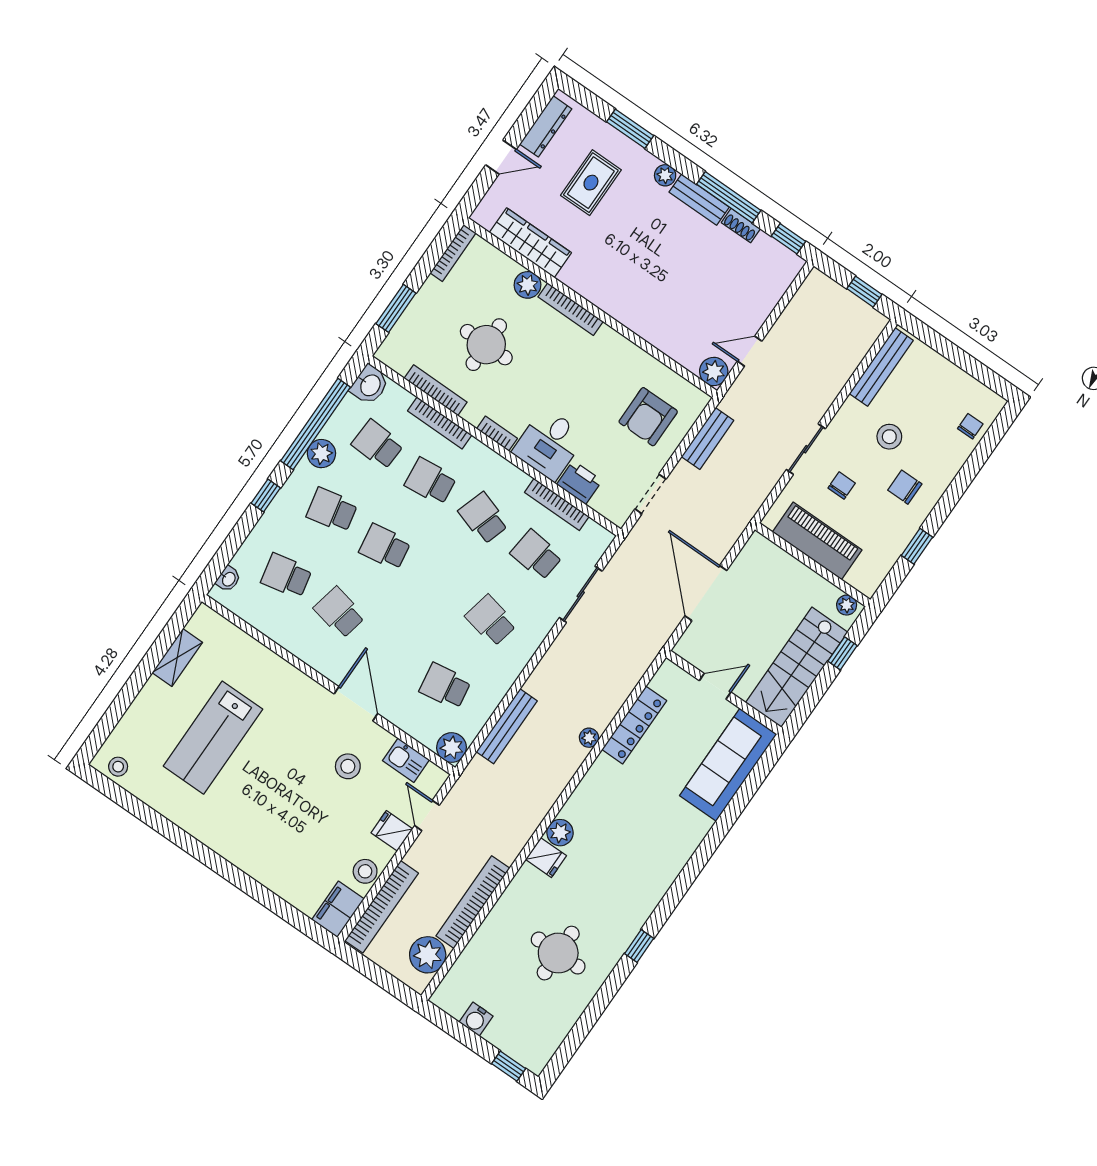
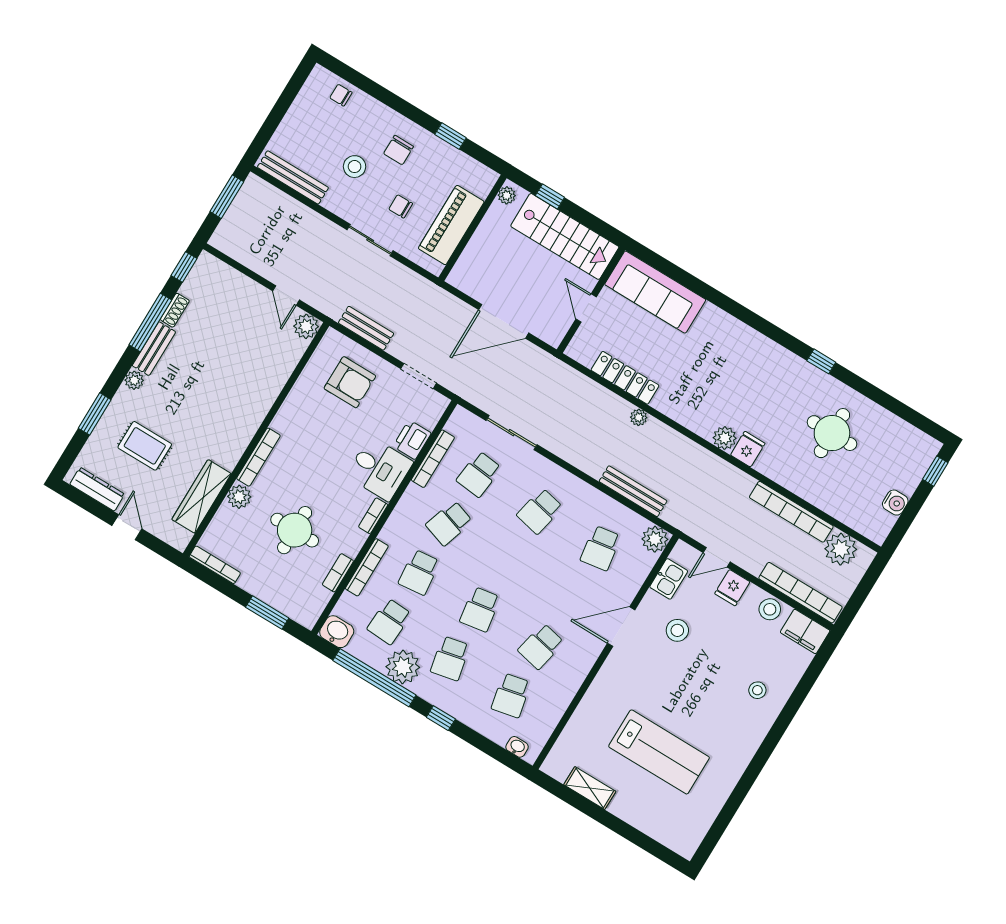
window: (864, 292) -> (227, 197), width x1.50
bookcase: (436, 390) -> (338, 573), width x0.64
plant: (321, 454) -> (403, 667), width x1.36, depth x1.36
stool: (118, 767) -> (757, 690), moved

